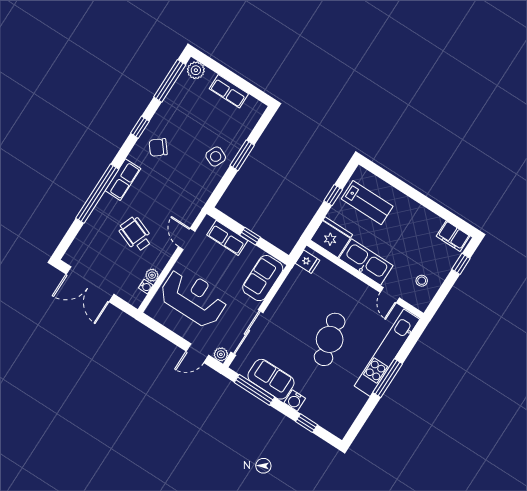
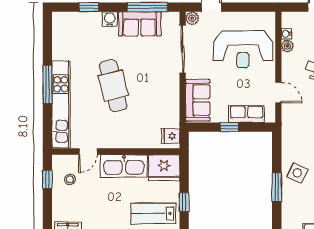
window: (461, 264) -> (47, 179), moved
door: (390, 295) -> (88, 152), swing flipped

